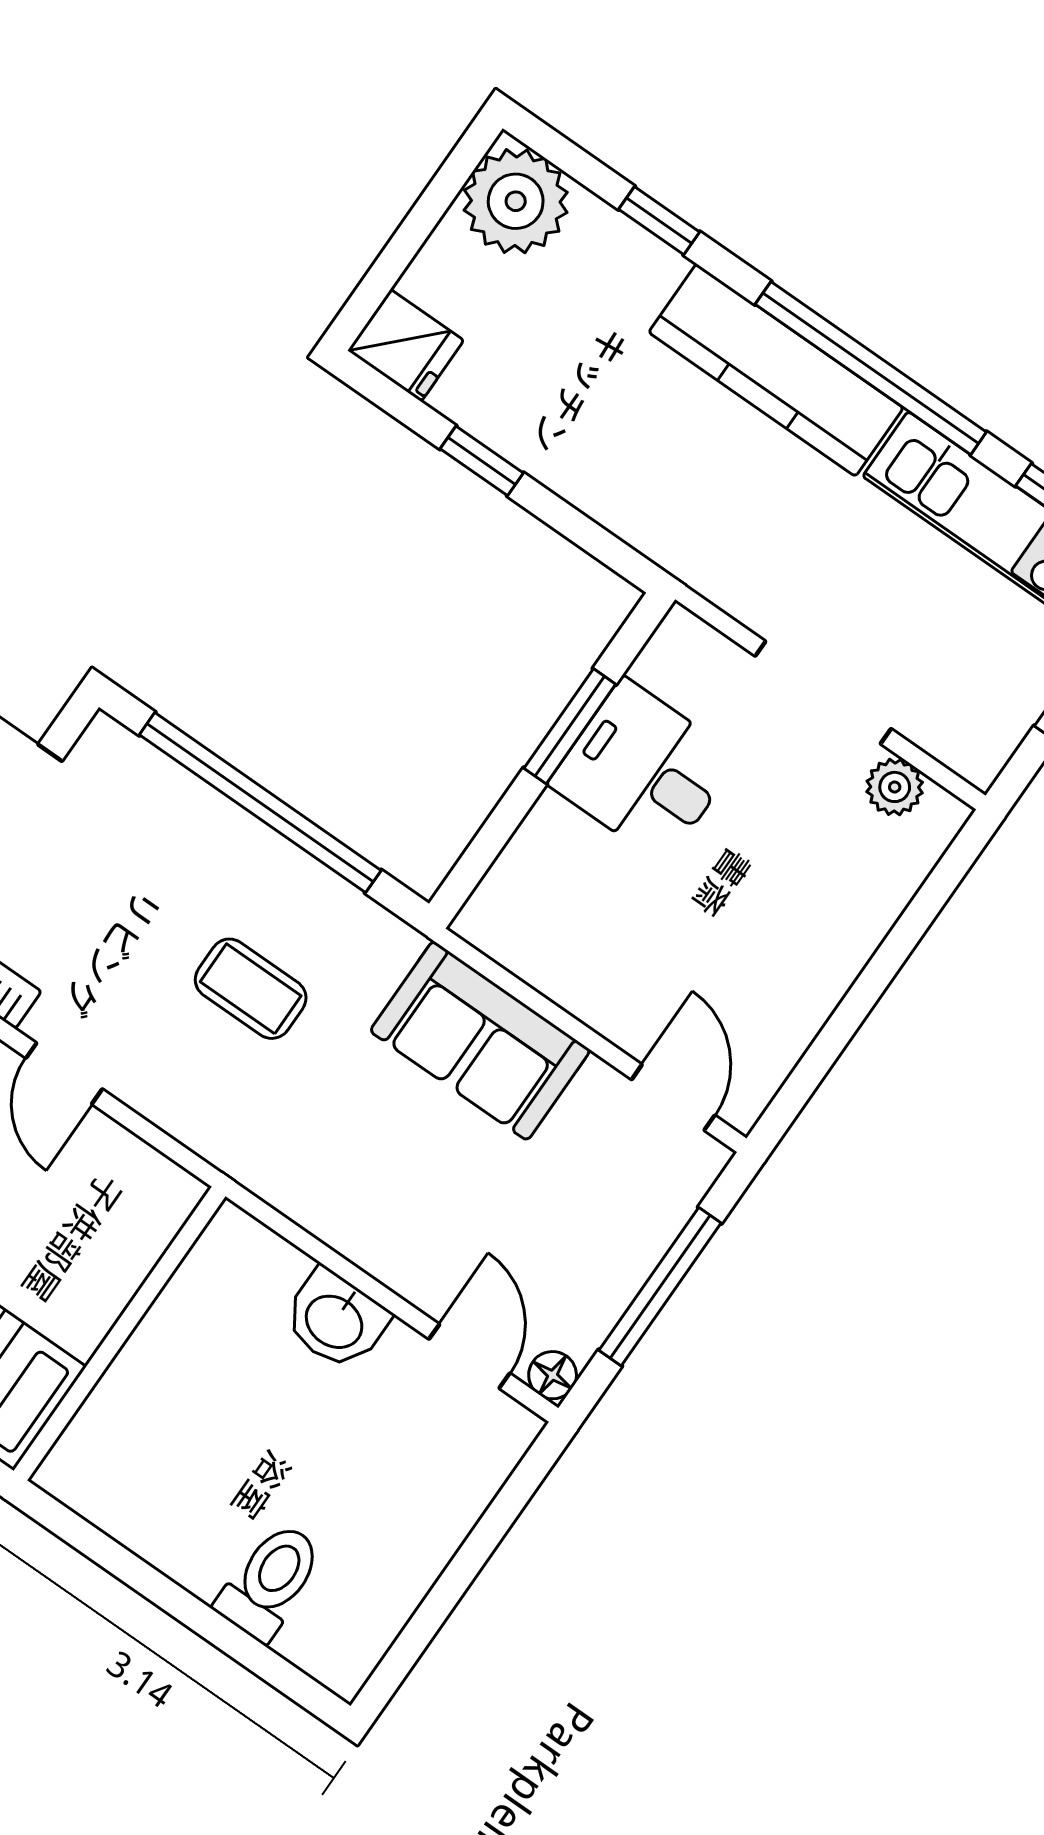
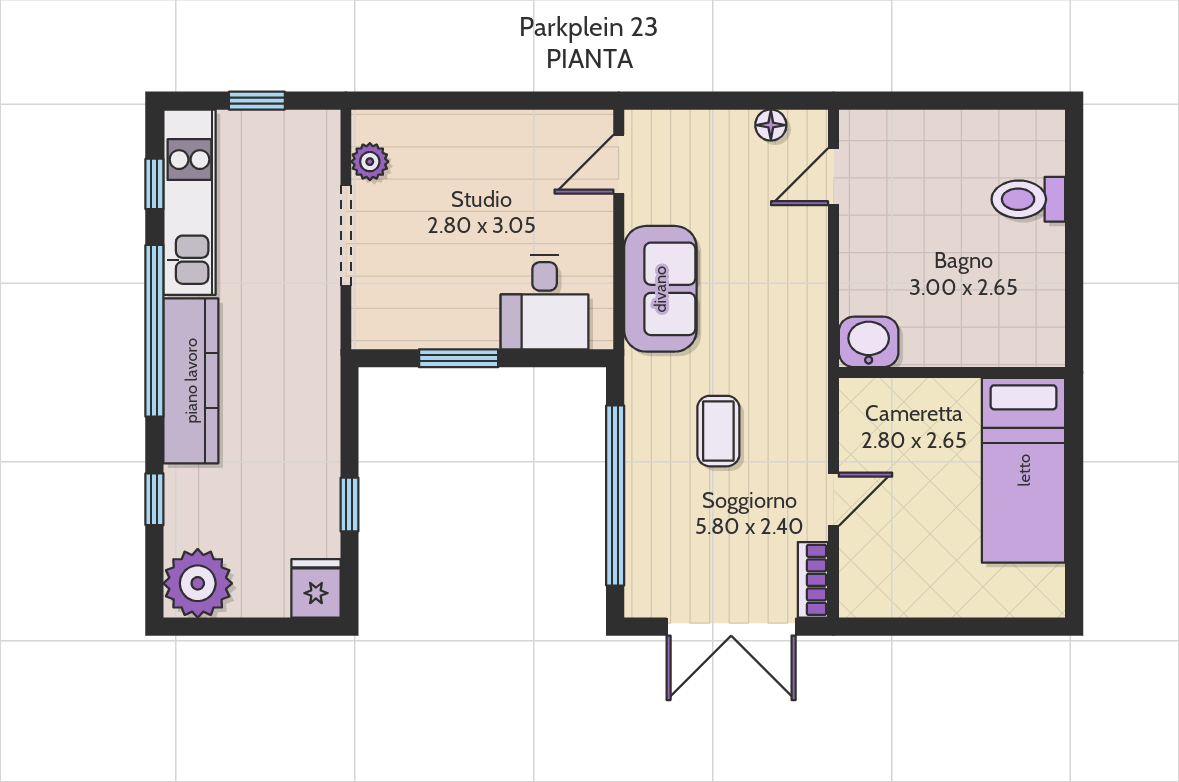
desk: (644, 771) -> (545, 302), moved
window: (660, 1287) -> (725, 101), removed
washbasin: (335, 1320) -> (869, 342), moved, turned -90
floor lamp: (553, 1375) -> (771, 125), moved

